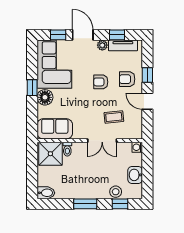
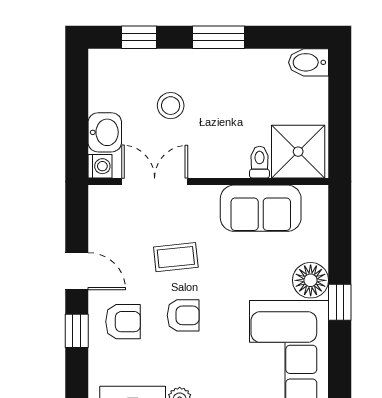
coffee table: (114, 117) -> (176, 257), moved
sofa: (55, 129) -> (261, 208), moved
double door: (102, 141) -> (155, 181), moved
washbasin: (135, 175) -> (105, 132), moved
stool: (116, 192) -> (171, 106), moved

